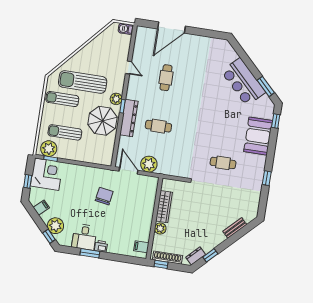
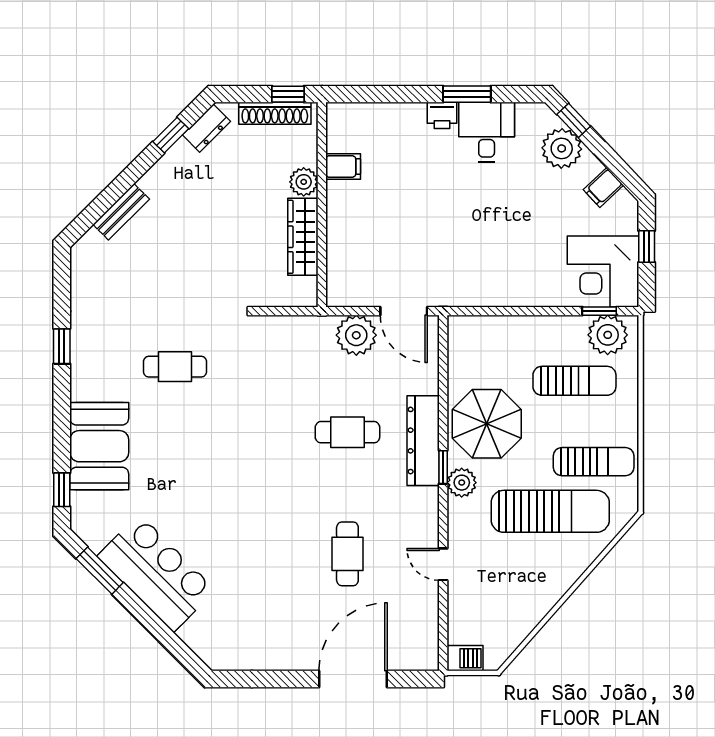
chair: (104, 196) -> (454, 240), removed
filing cabinet: (141, 247) -> (343, 167), moved

